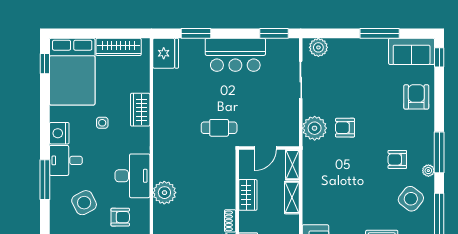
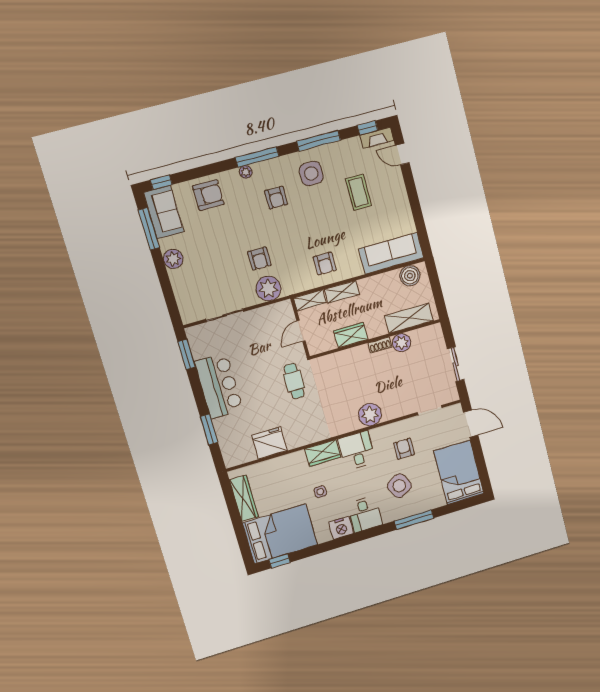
window: (380, 33) -> (149, 229), moved
plant: (318, 47) -> (173, 259), moved
fridge: (166, 53) -> (269, 443), moved
armchair: (416, 97) -> (208, 195), turned 180
wardrobe: (140, 110) -> (323, 453), moved
door: (266, 148) -> (301, 331), swing flipped
plant: (428, 171) -> (246, 172), moved
desk: (132, 176) -> (357, 451), width x0.73
window: (45, 180) -> (414, 520), moved
armchair: (323, 189) -> (325, 264), added
side table: (411, 199) -> (311, 173), turned -38

